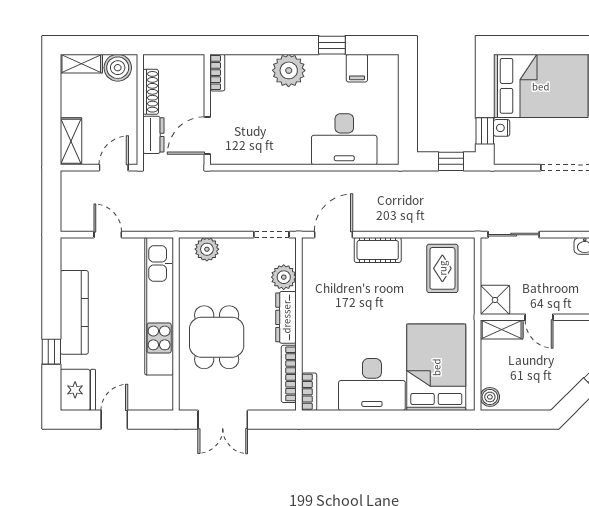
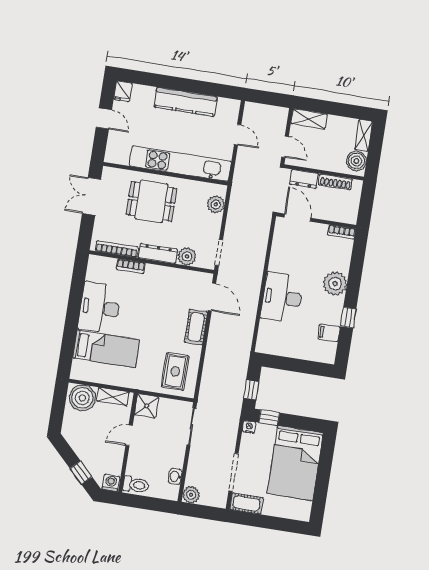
nightstand: (502, 128) -> (249, 427), moved
desk: (344, 139) -> (282, 298), moved
door: (108, 235) -> (238, 135), hinge flipped
rug: (442, 268) -> (175, 371), turned 90
shelving: (502, 330) -> (113, 397), moved, turned 90
window: (51, 352) -> (160, 81), removed
bed: (436, 367) -> (106, 349), width x0.67
fridge: (78, 390) -> (123, 91), width x0.53, depth x0.75
bookcase: (309, 392) -> (131, 266), moved
boiler: (490, 397) -> (82, 398), width x1.86, depth x1.86

